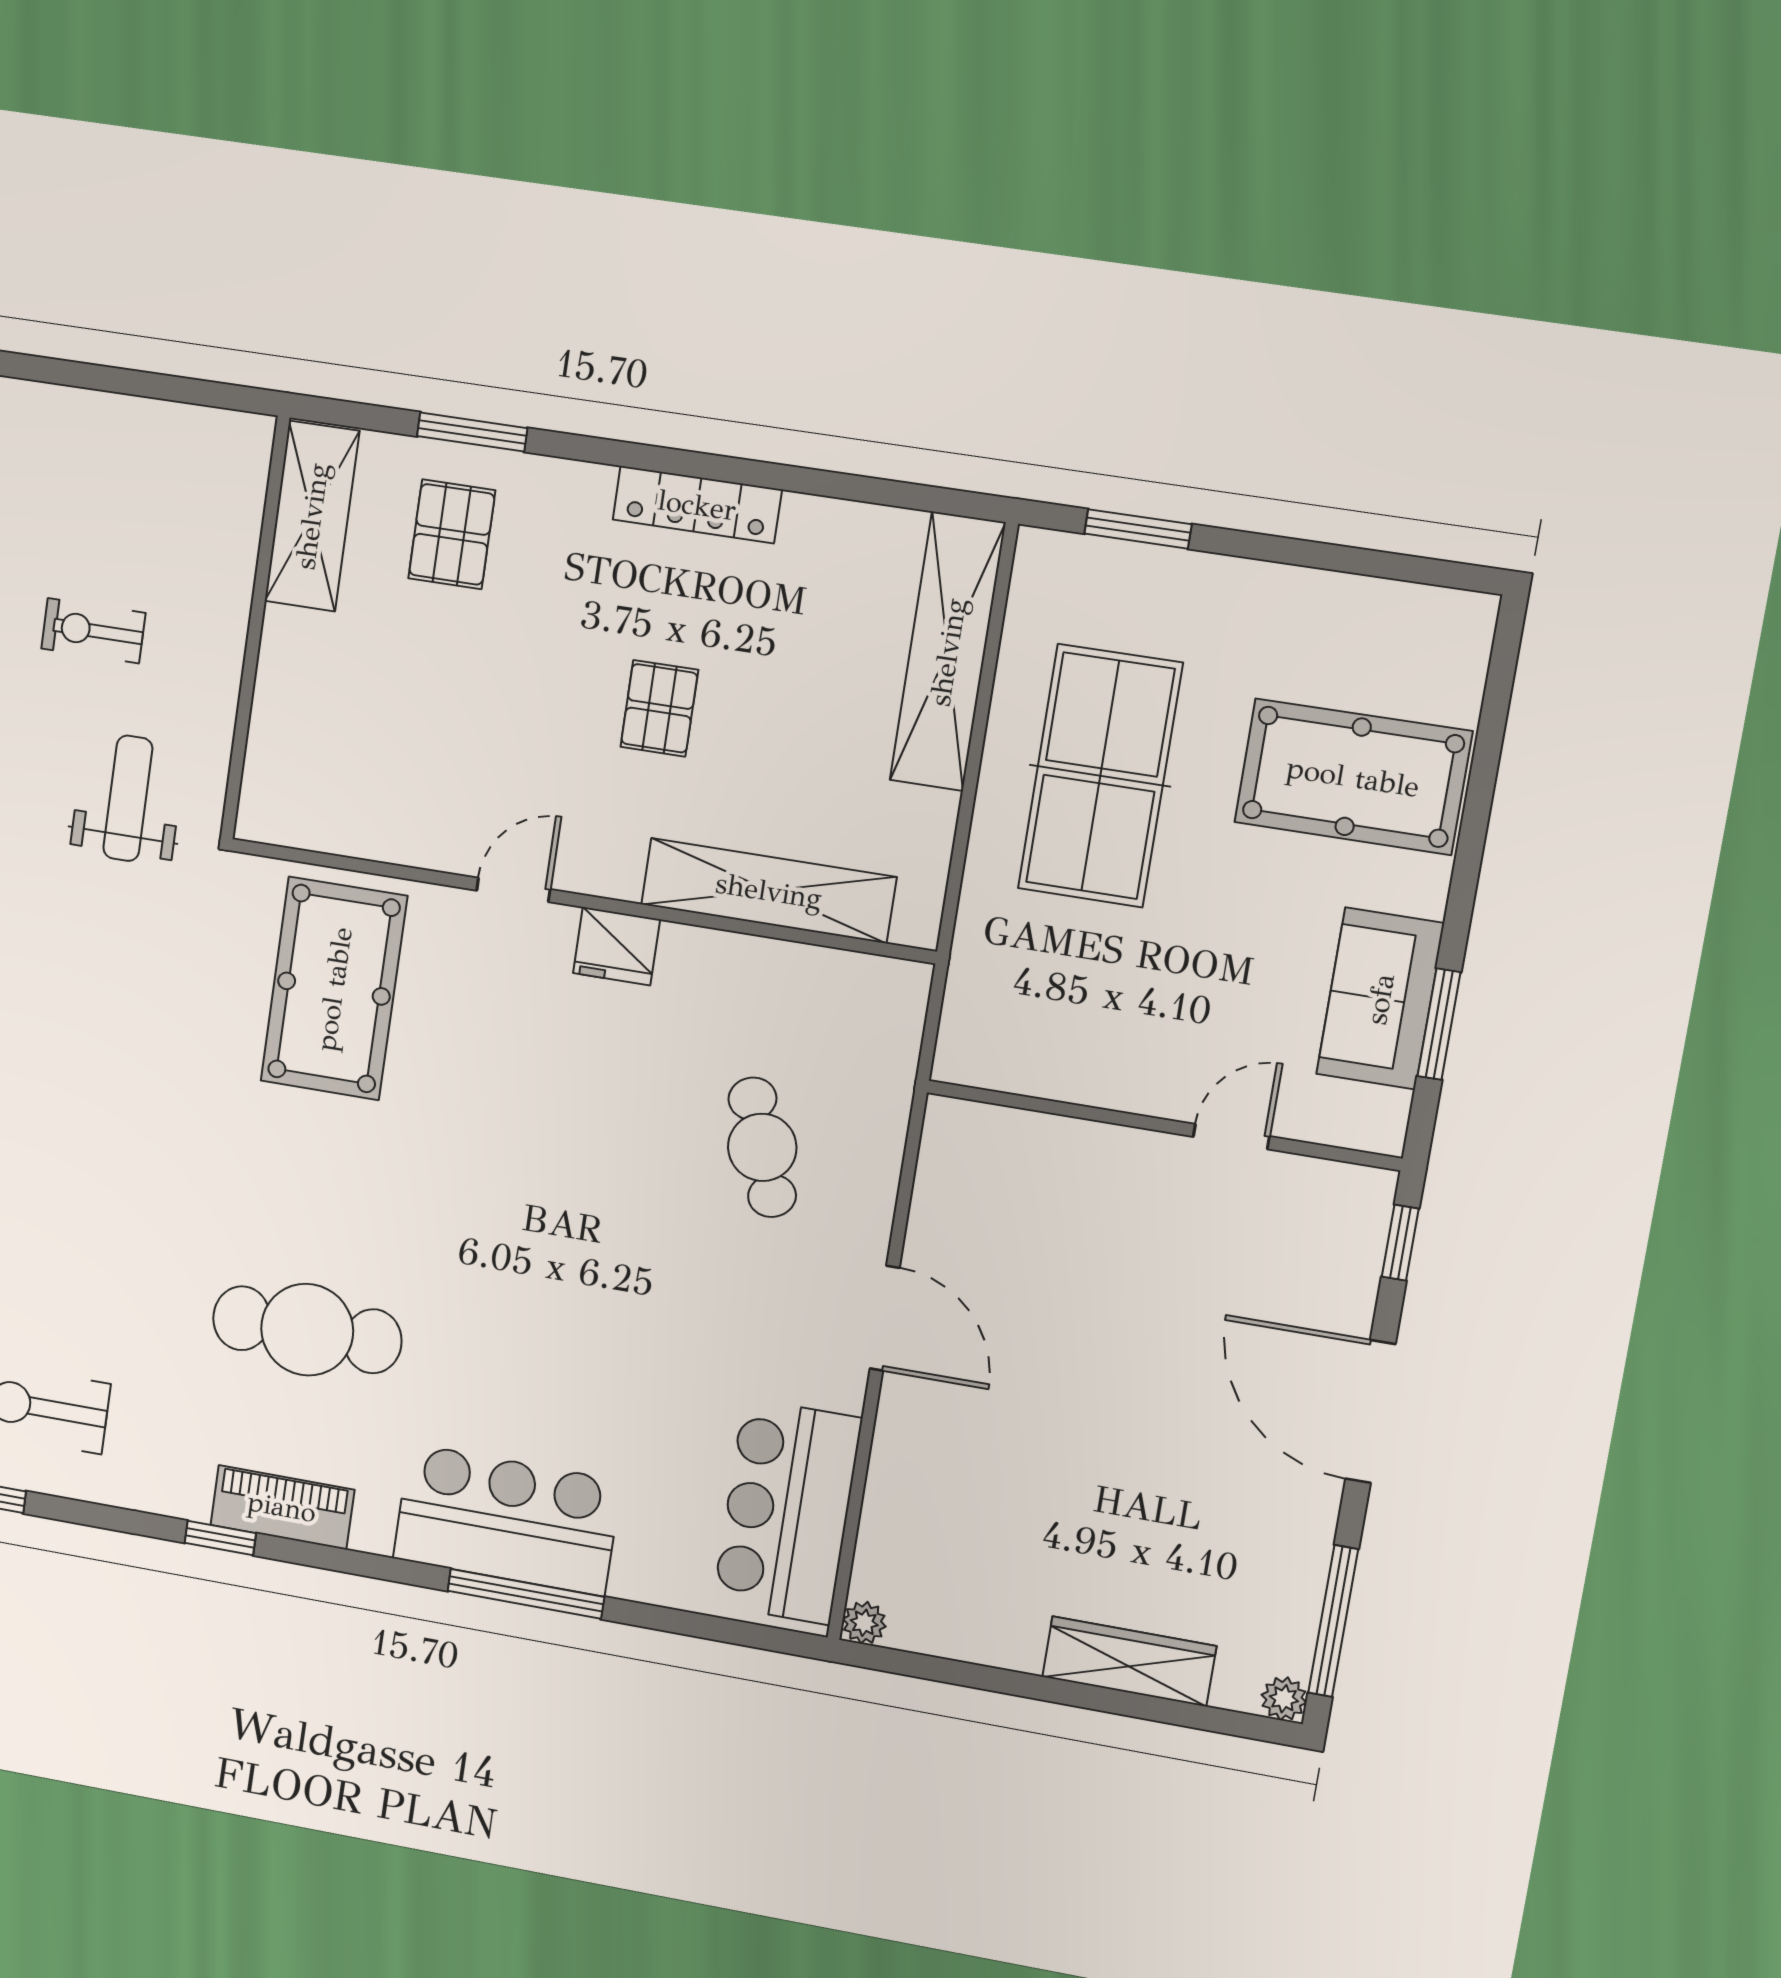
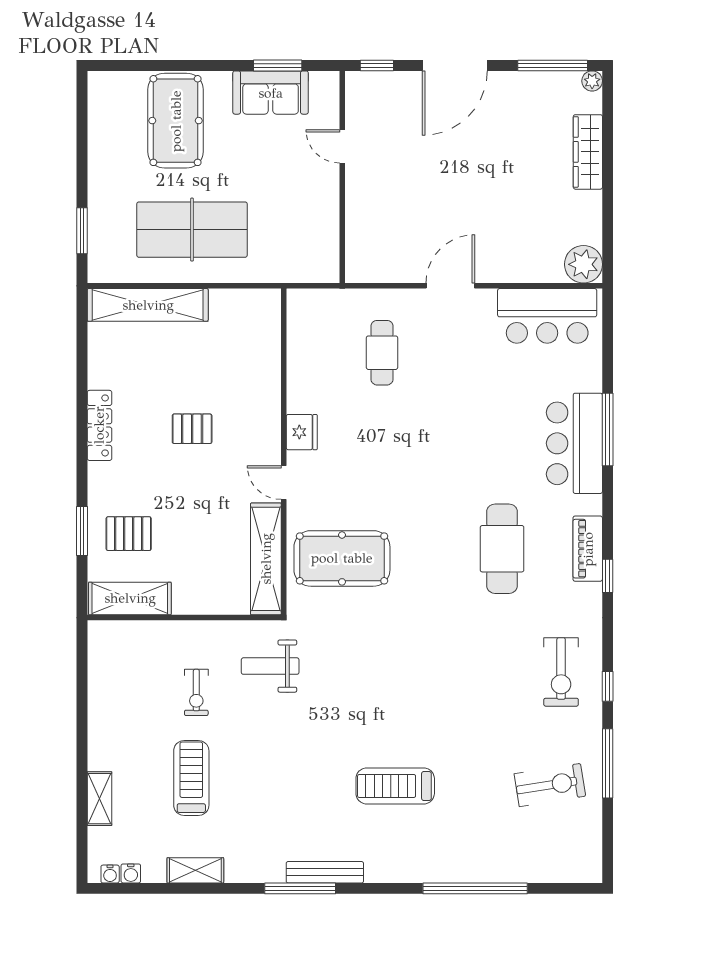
shelving: (769, 891) -> (266, 559), moved
cafe table: (762, 1147) -> (382, 353), turned -70
plant: (864, 1623) -> (583, 264), width x1.88, depth x1.88

